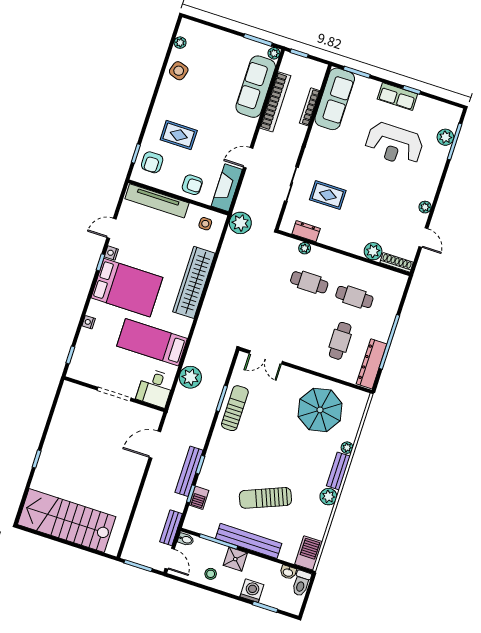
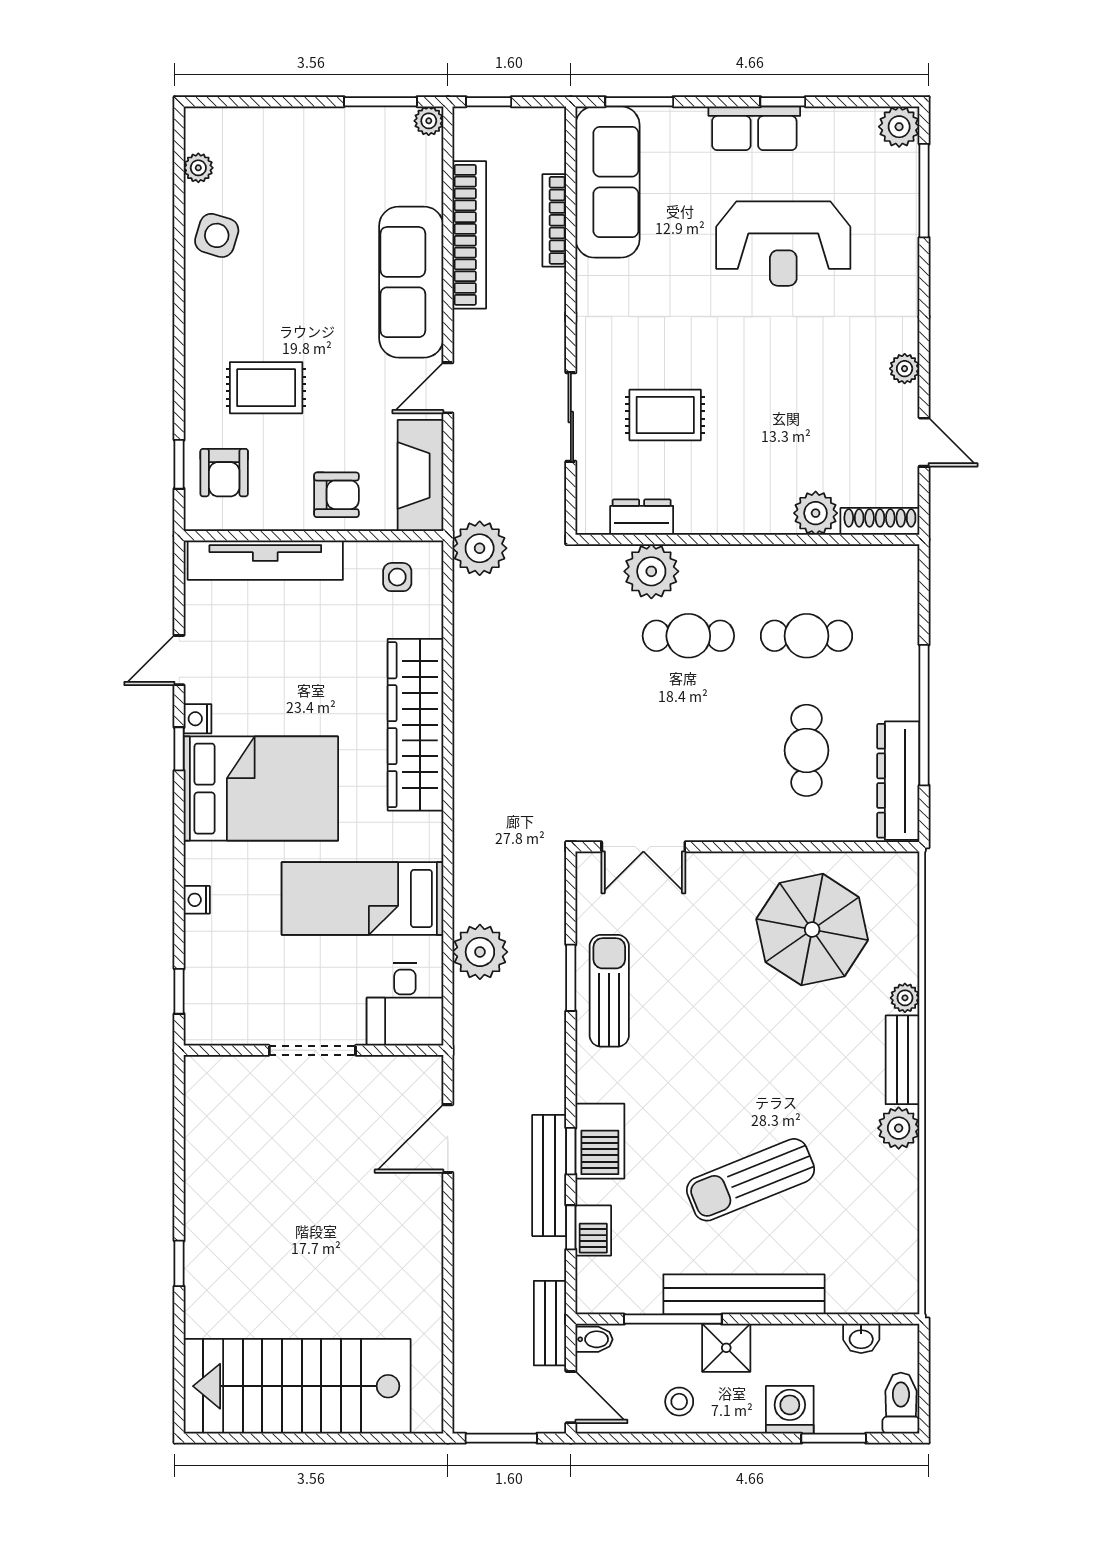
sofa: (256, 87) -> (411, 282), moved
plant: (445, 137) -> (899, 127), moved
plant: (305, 248) -> (651, 571), width x1.88, depth x1.88
barbecue: (309, 553) -> (600, 1141), moved, turned 180
toilet: (301, 583) -> (901, 1403), moved, turned 180

